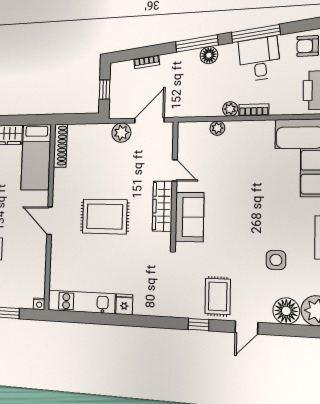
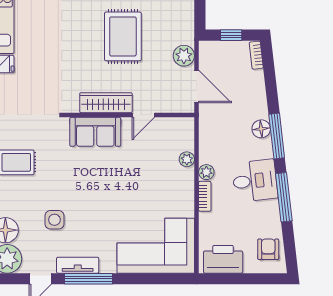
floor lamp: (209, 55) -> (261, 129), moved
desk: (259, 59) -> (255, 181), moved
bookcase: (147, 62) -> (256, 55), moved
rug: (105, 217) -> (123, 36), moved

